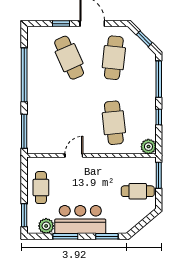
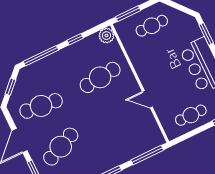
cafe table: (138, 191) -> (152, 26), turned 90

